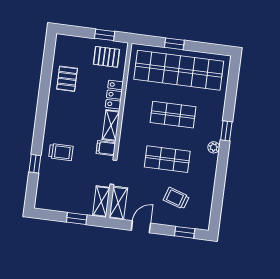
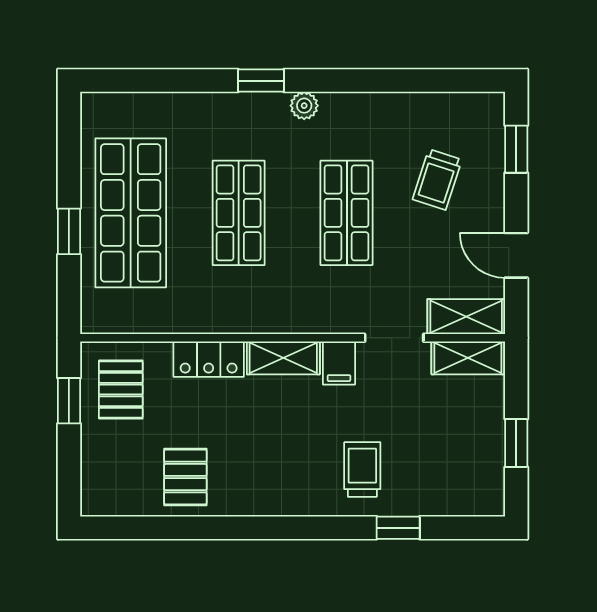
shop shelf: (179, 70) -> (131, 213), width x0.71
pallet: (67, 79) -> (185, 477), turned 90
window: (77, 219) -> (516, 443), moved

